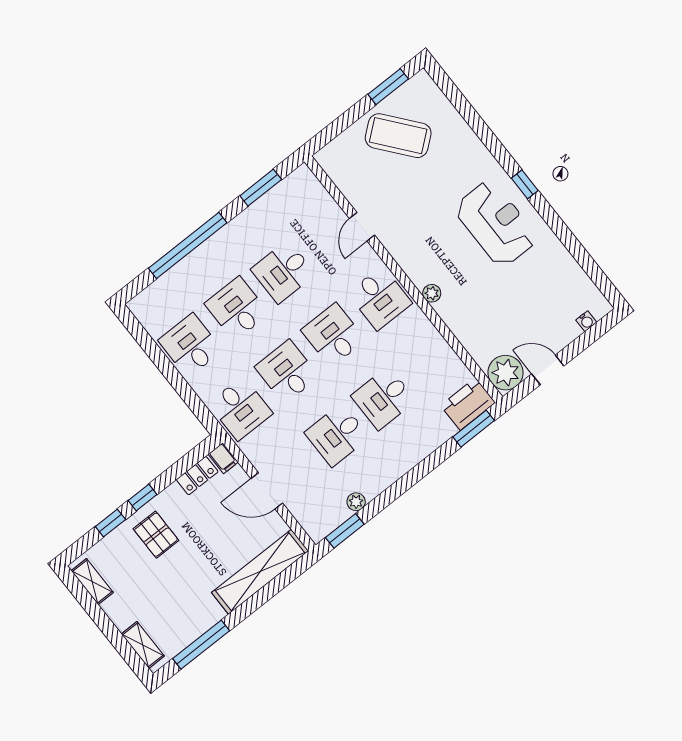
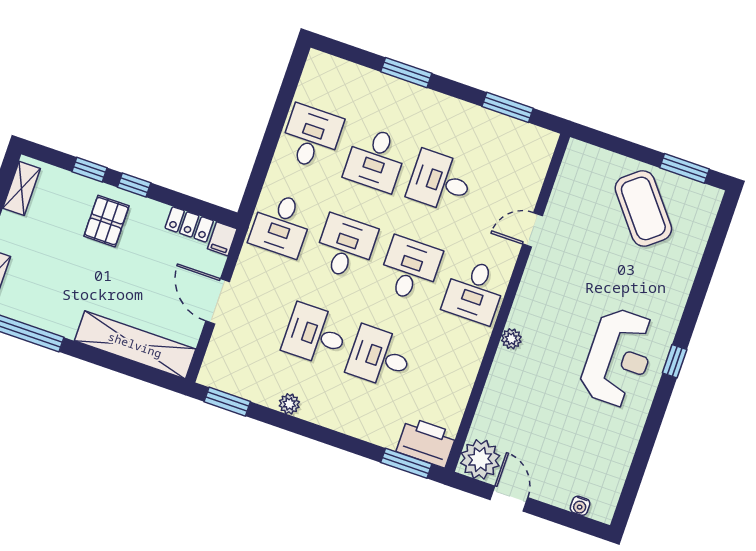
window: (188, 246) -> (406, 73), width x0.47
desk: (237, 309) -> (376, 159), turned 180
plant: (356, 502) -> (289, 404), moved

